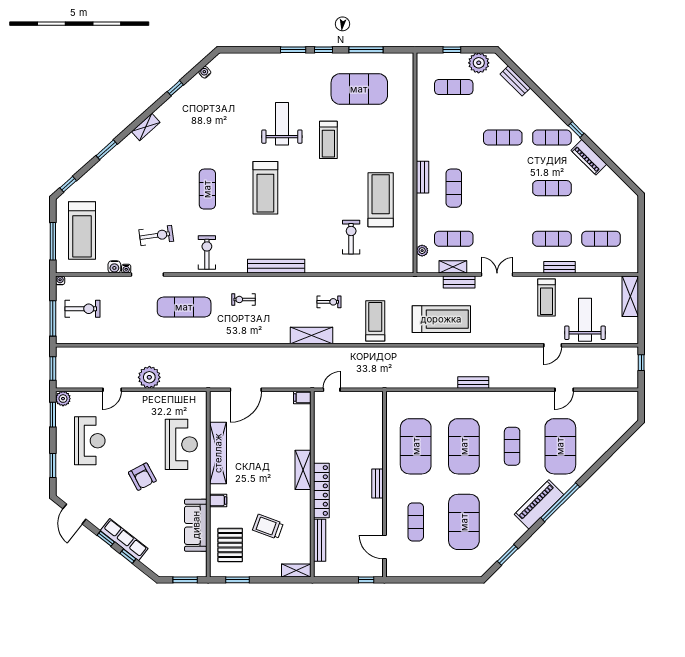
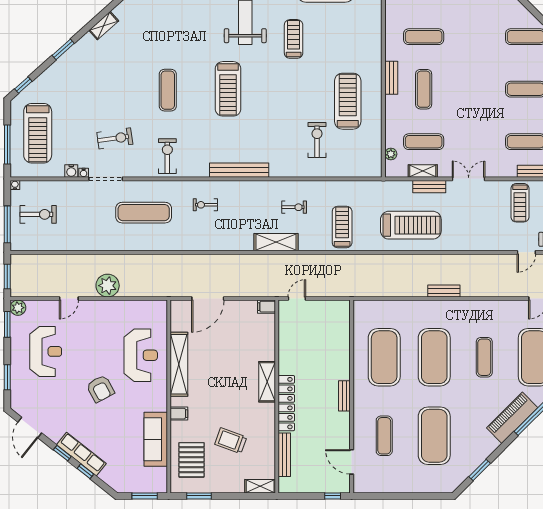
exercise mat: (503, 138) -> (424, 37), moved
treadmill: (328, 140) -> (294, 39), turned 180

